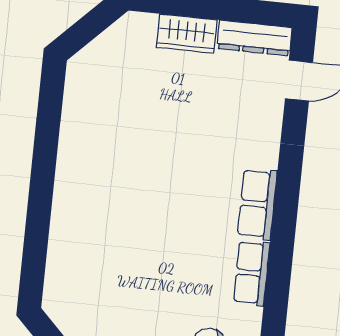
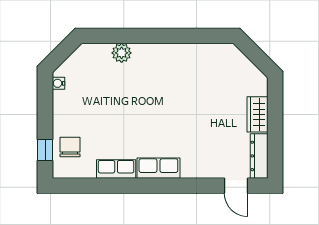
plant: (64, 245) -> (122, 53), added

